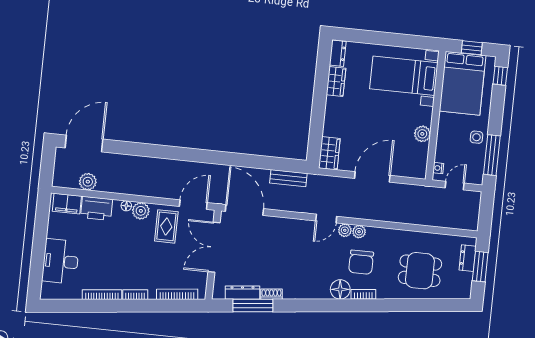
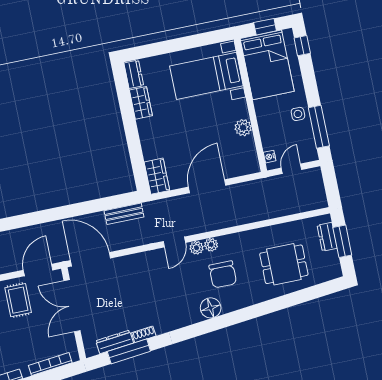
bookcase: (363, 294) -> (235, 305), removed

